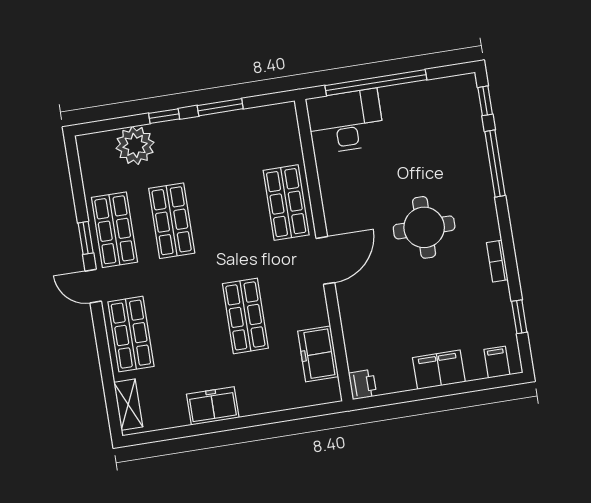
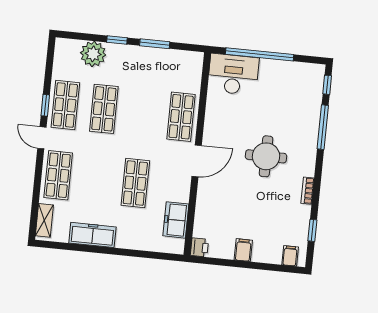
filing cabinet: (439, 370) -> (243, 250), width x0.50
freezer: (213, 406) -> (92, 235), width x1.40

